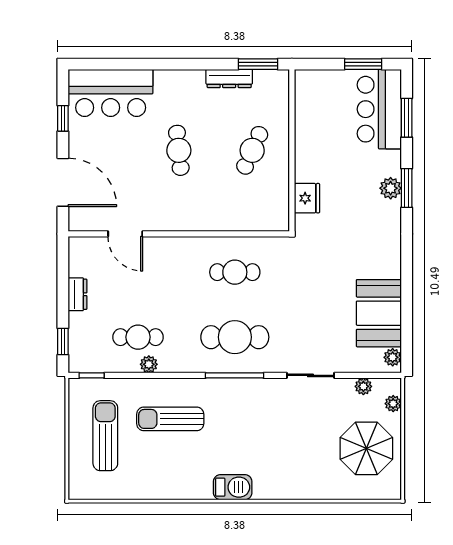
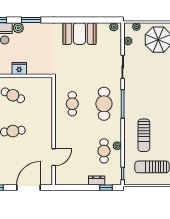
plant: (391, 188) -> (18, 28), moved
fridge: (307, 198) -> (19, 69), moved
dresser: (78, 294) -> (97, 180), moved
booth: (379, 313) -> (80, 34), moved

